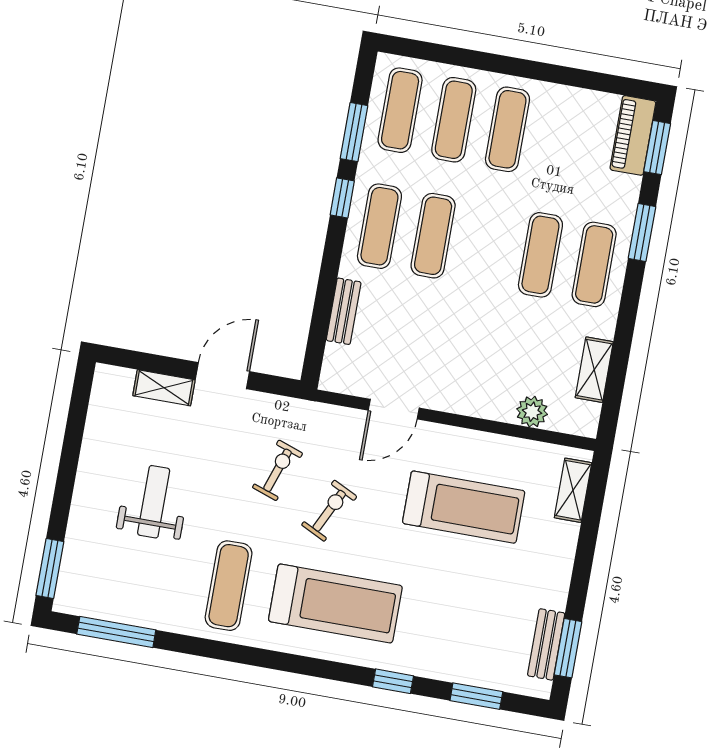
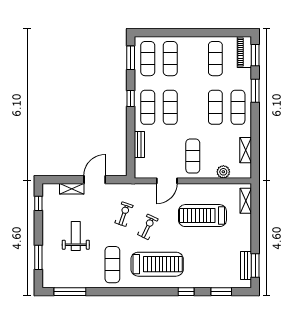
exercise mat: (507, 129) -> (215, 59), moved
window: (354, 132) -> (131, 58), moved
exercise mat: (466, 361) -> (193, 156), added
window: (78, 409) -> (38, 203), added
treadmill: (464, 507) -> (202, 216), turned 180
window: (50, 569) -> (38, 257), moved

